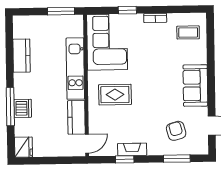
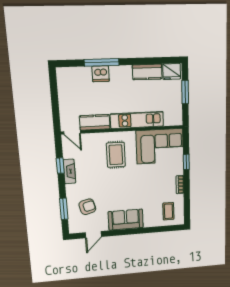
window: (61, 11) -> (185, 92), moved
fridge: (23, 147) -> (172, 72), moved

